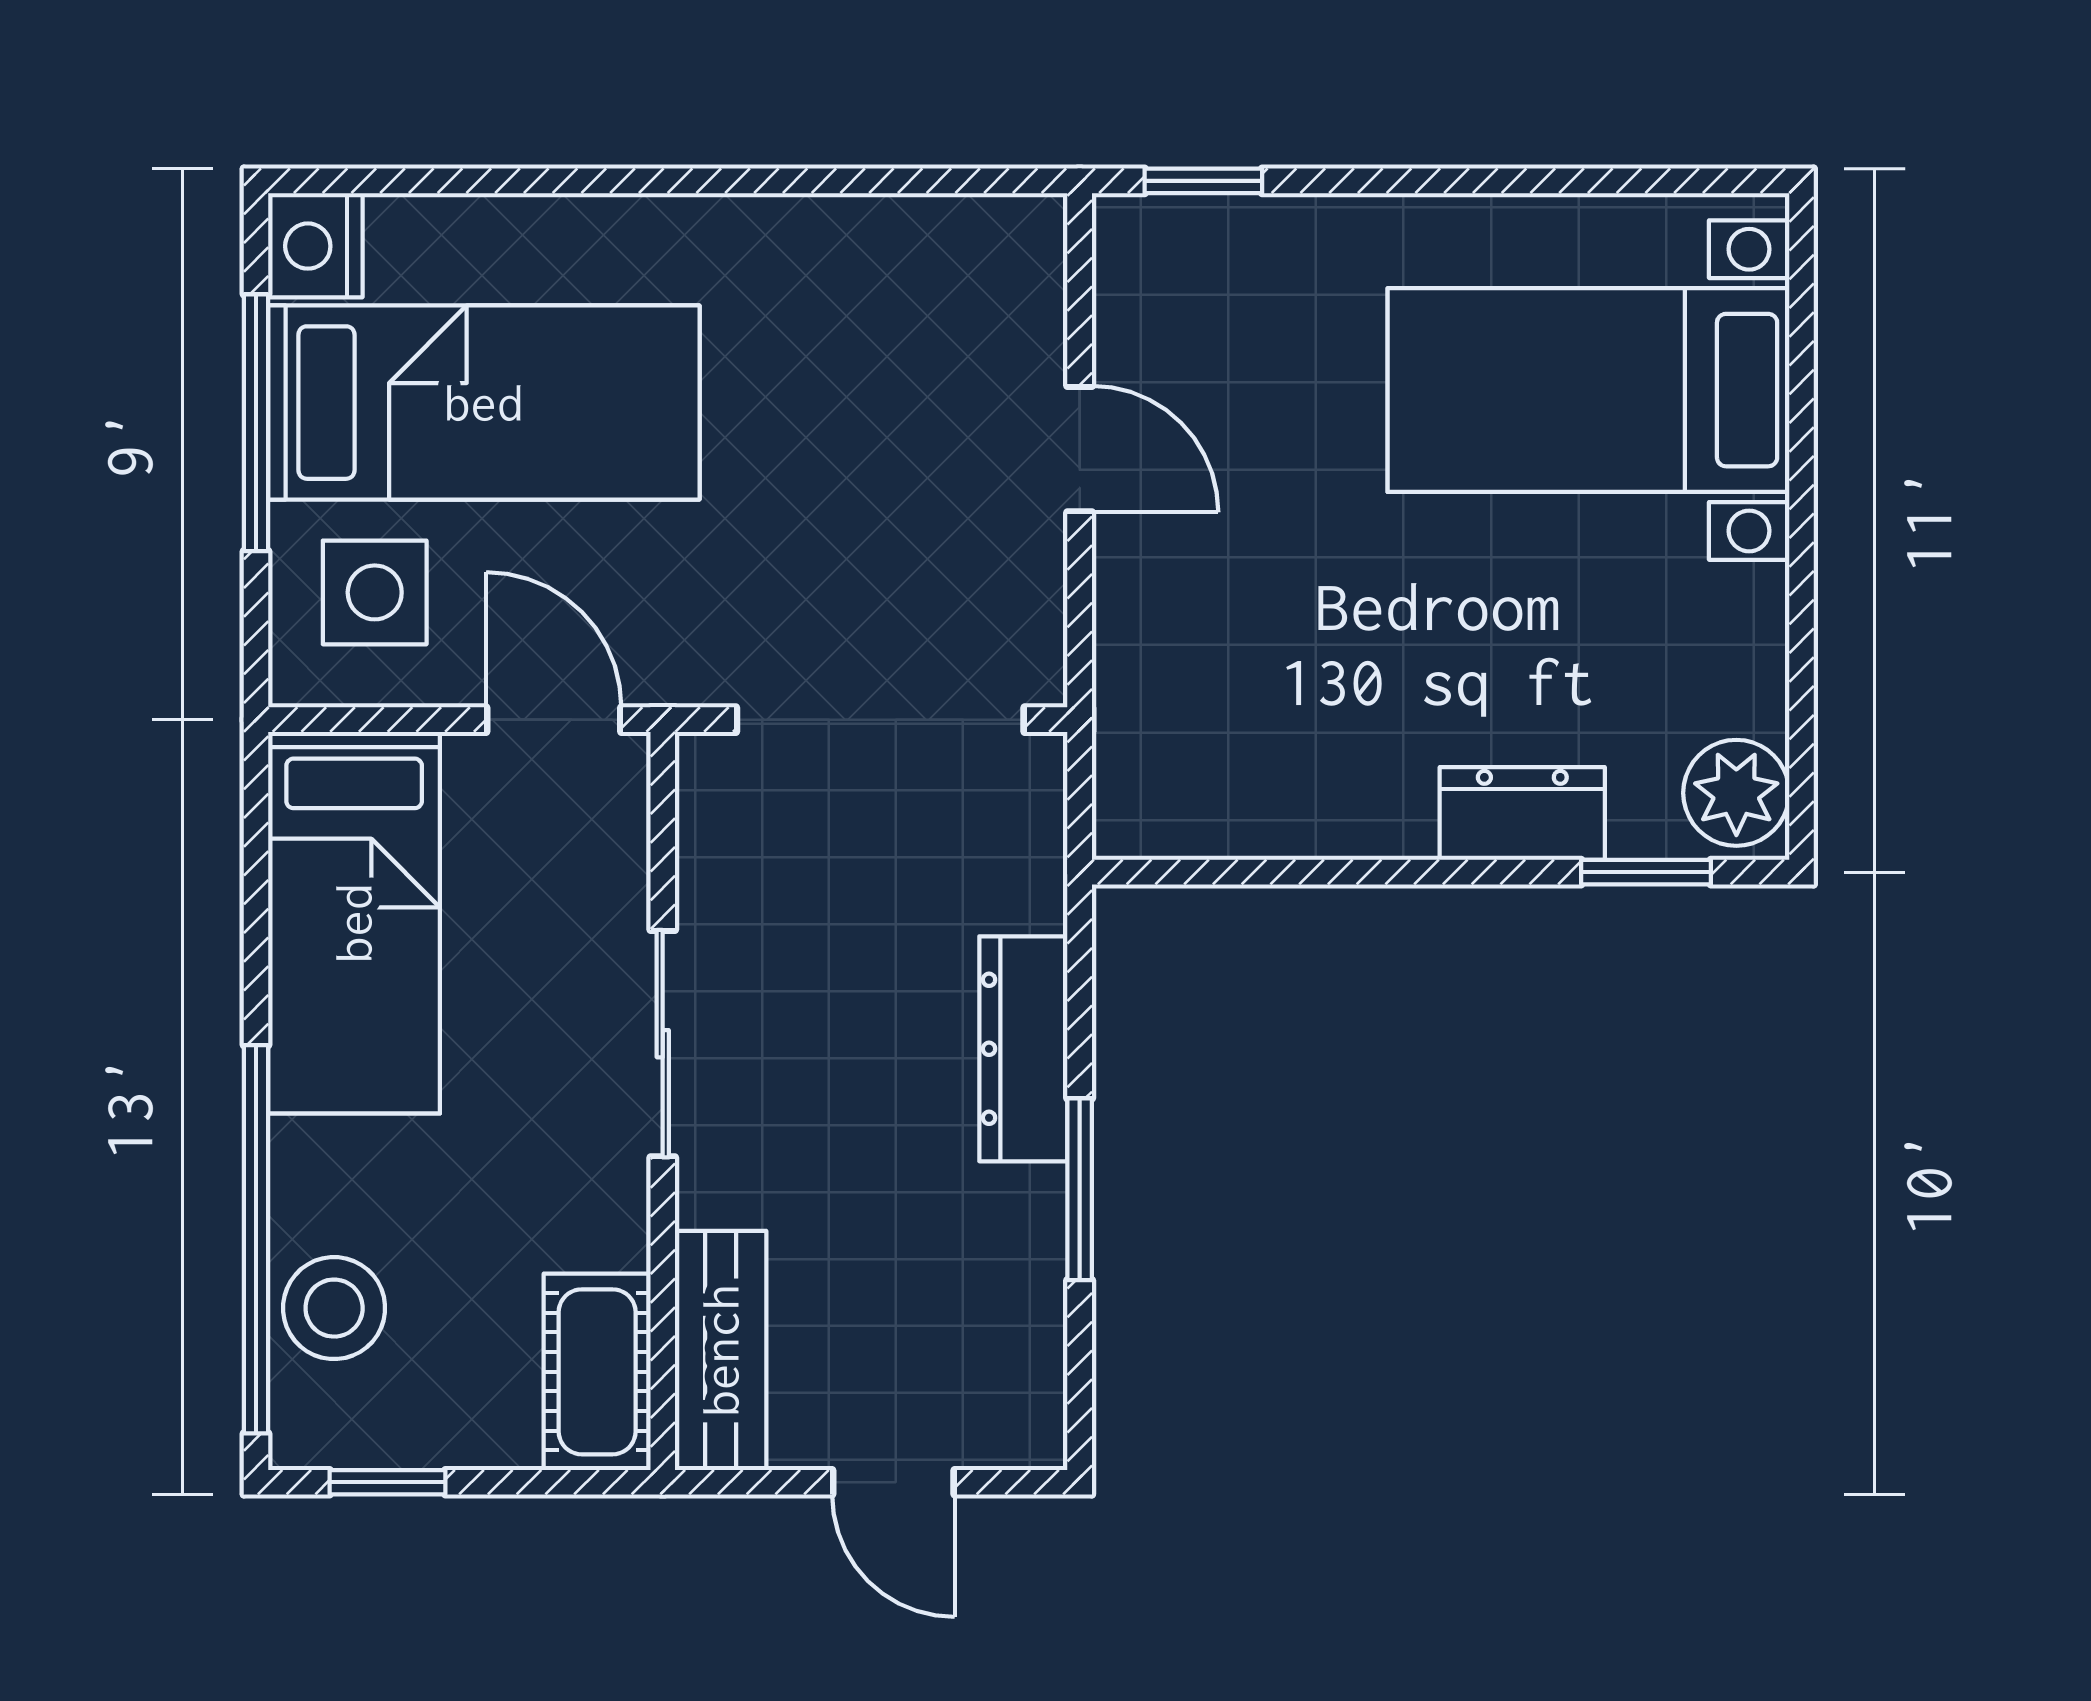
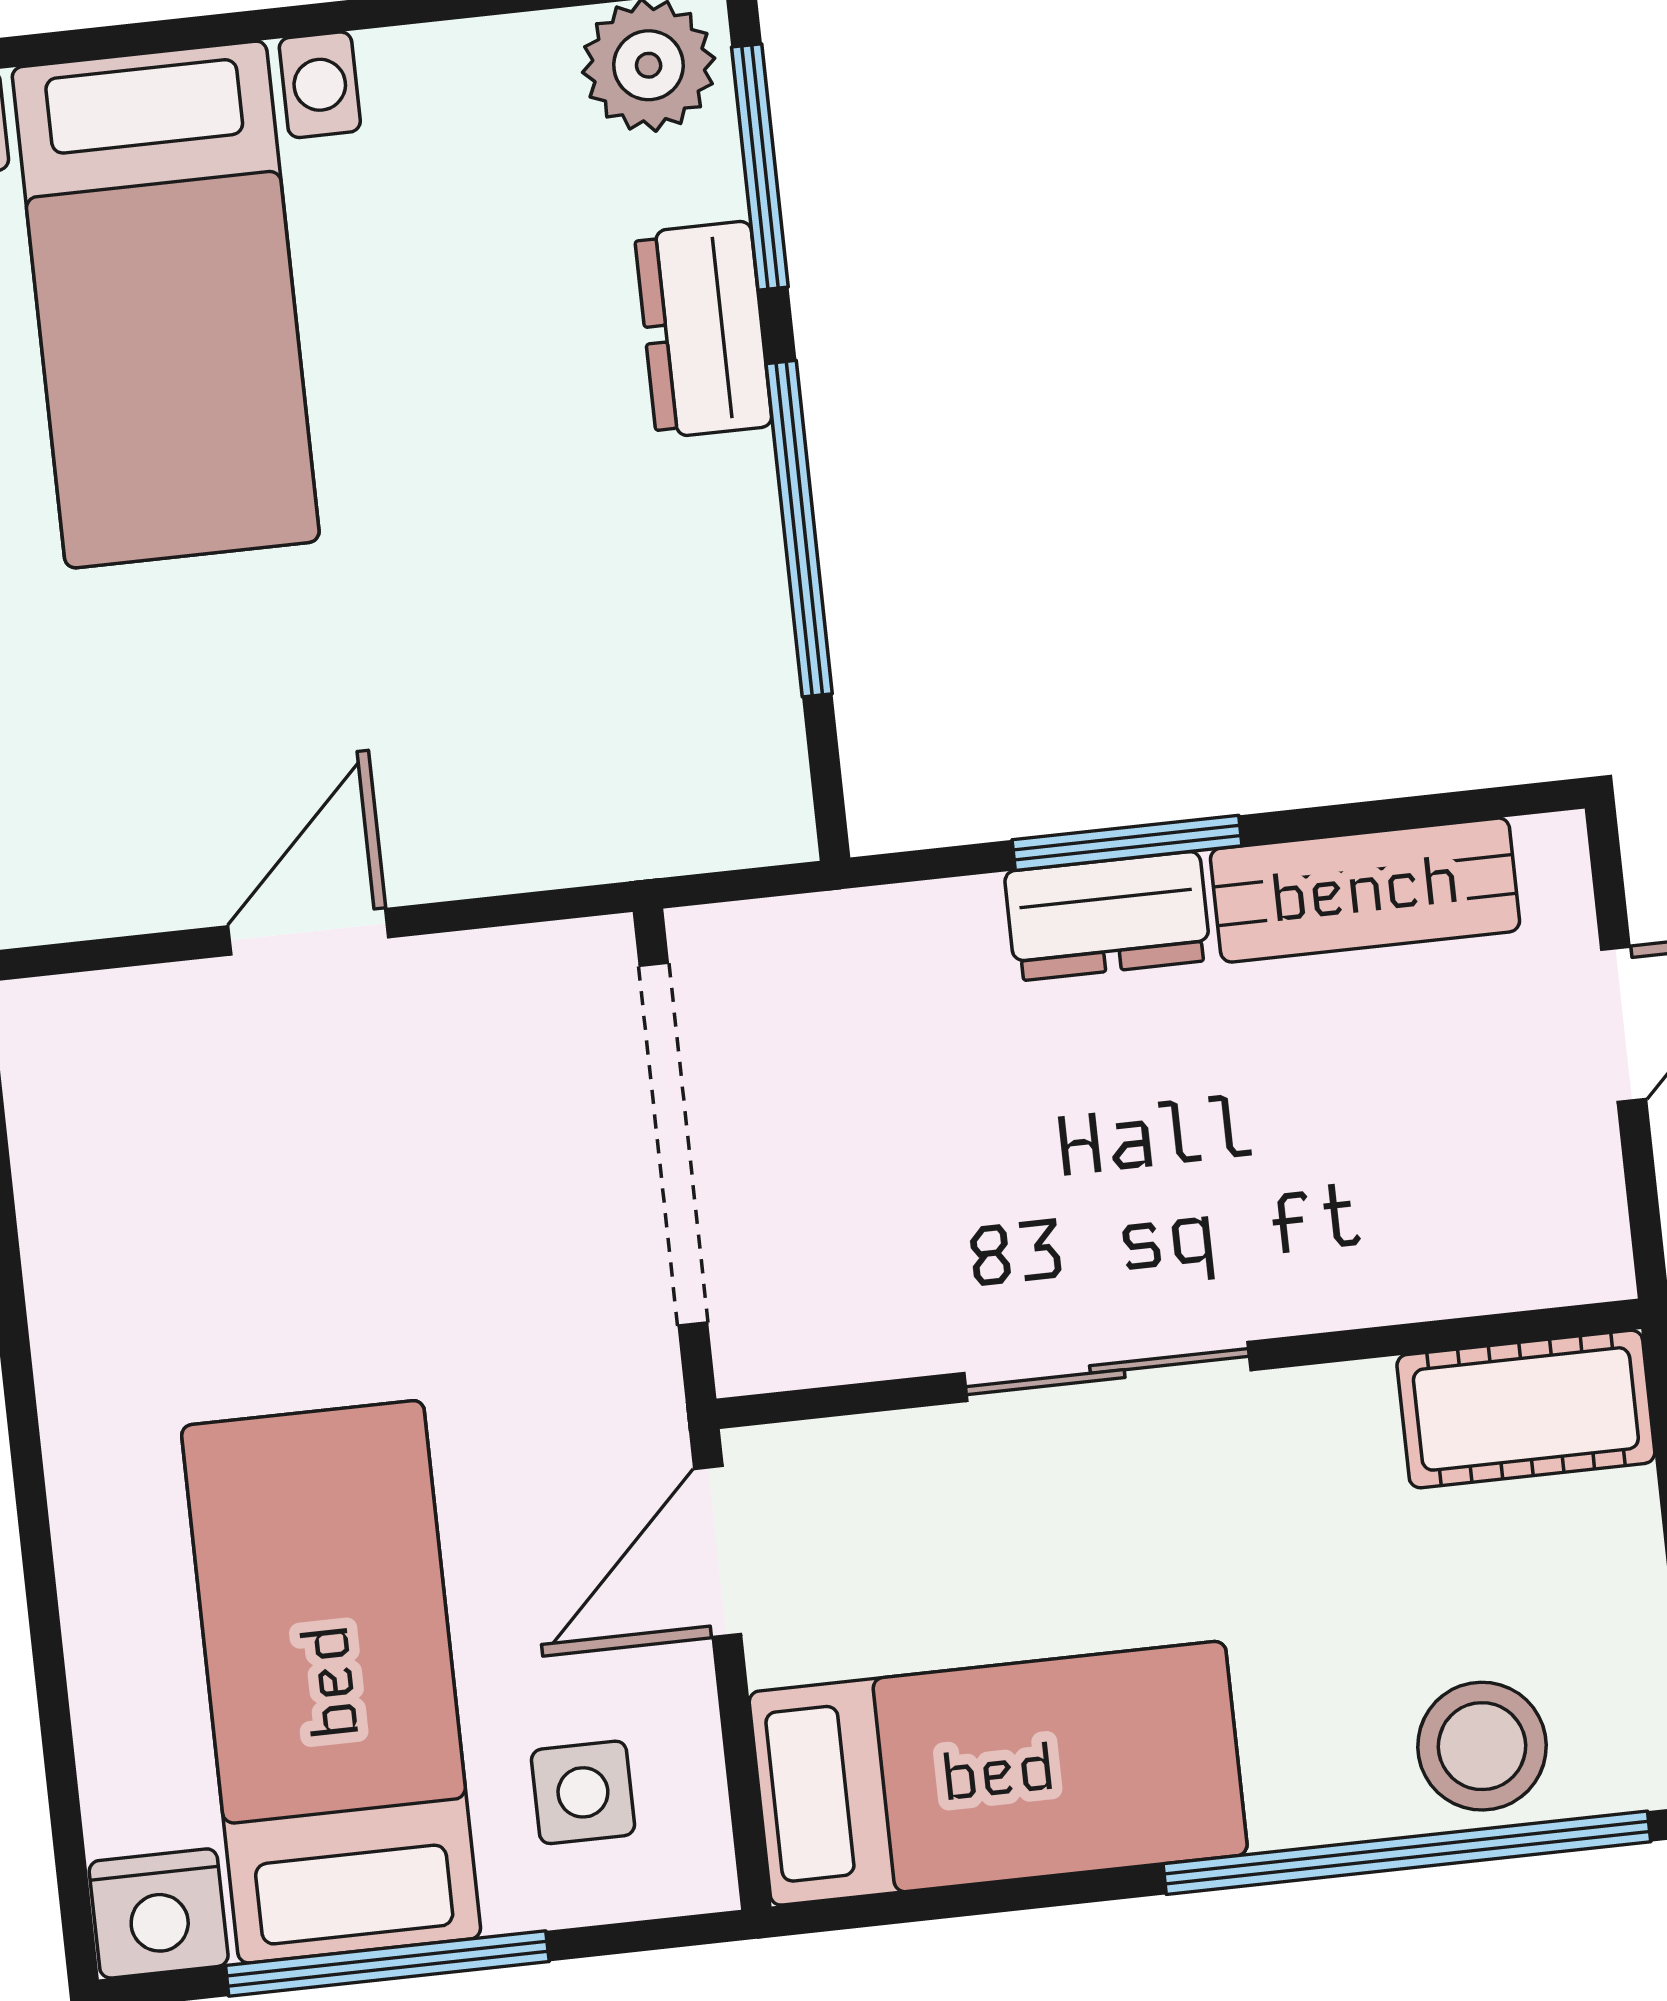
side table: (375, 592) -> (583, 1792), width x0.73, depth x0.73
window: (1356, 872) -> (799, 529), added
window: (1646, 872) -> (760, 167), width x1.50
dresser: (1023, 1049) -> (1108, 916), width x0.70
window: (1080, 1189) -> (1127, 843), moved
bench: (721, 1350) -> (1365, 890), moved

